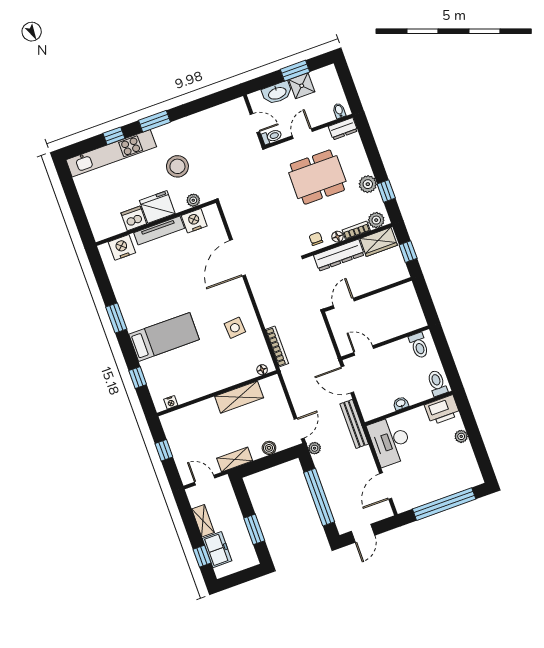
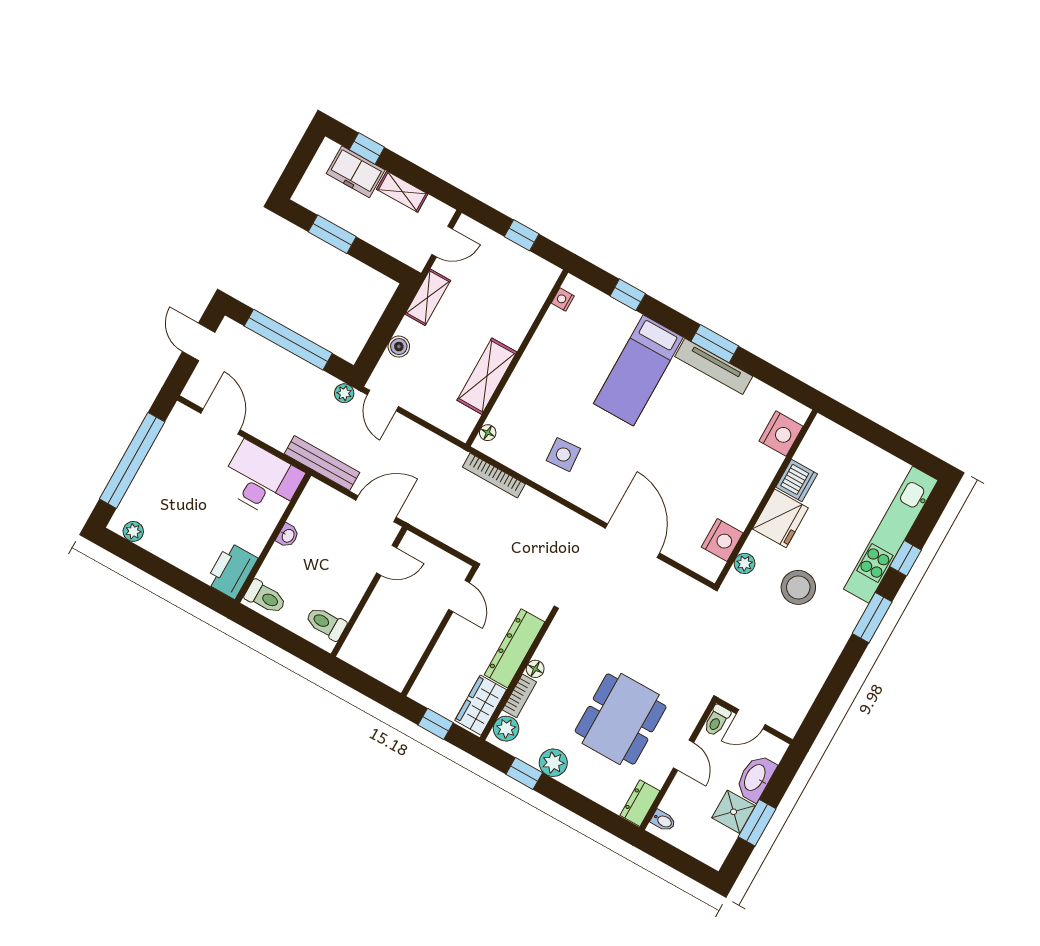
tv unit: (159, 231) -> (714, 366), moved, turned -90
chair: (316, 239) -> (559, 644), removed
plant: (461, 436) -> (133, 531), moved

